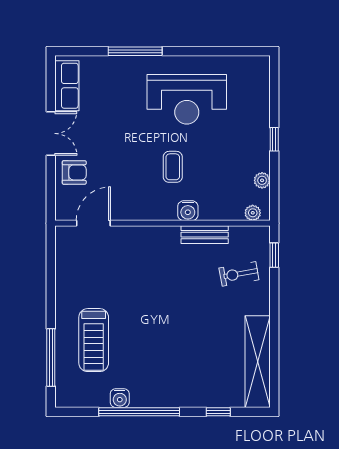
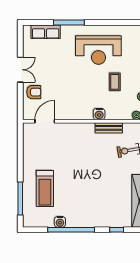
row of seats: (67, 86) -> (46, 32), moved, turned 90
coffee table: (173, 167) -> (115, 82), moved

